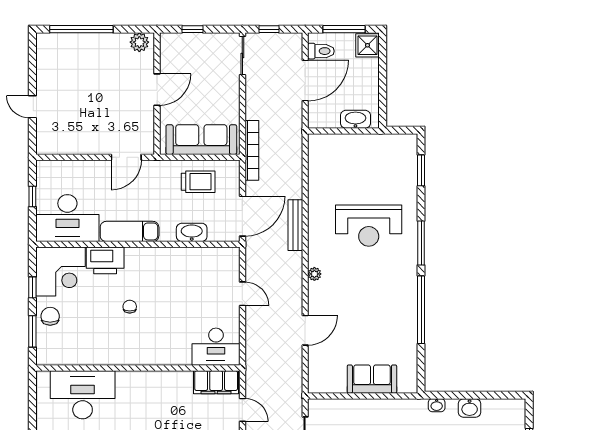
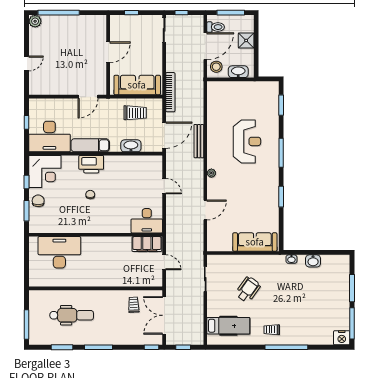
plant: (139, 42) -> (35, 21), moved
shower: (367, 45) -> (246, 40), moved
door: (32, 107) -> (27, 63), swing flipped
stool: (322, 112) -> (216, 67), added
reception desk: (369, 226) -> (247, 141), turned -90
printer: (105, 260) -> (91, 164), moved
window: (421, 310) -> (281, 197), width x0.47
sofa: (372, 379) -> (255, 242), width x1.36

